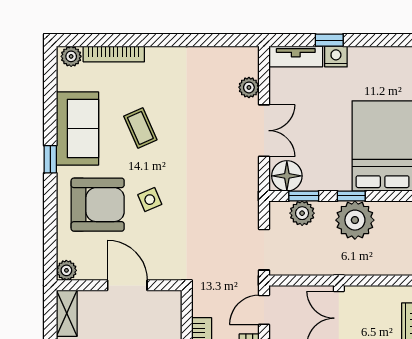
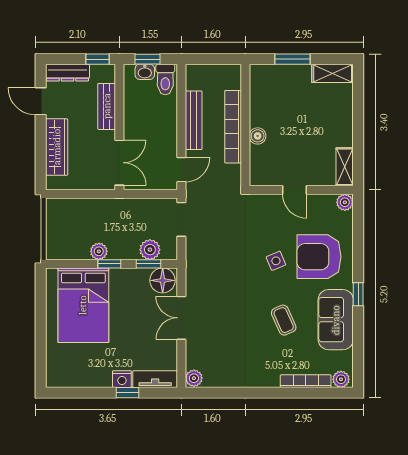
plant: (249, 87) -> (194, 378), moved
plant: (355, 220) -> (99, 251), width x0.53, depth x0.53
door: (127, 285) -> (295, 190), width x0.73

